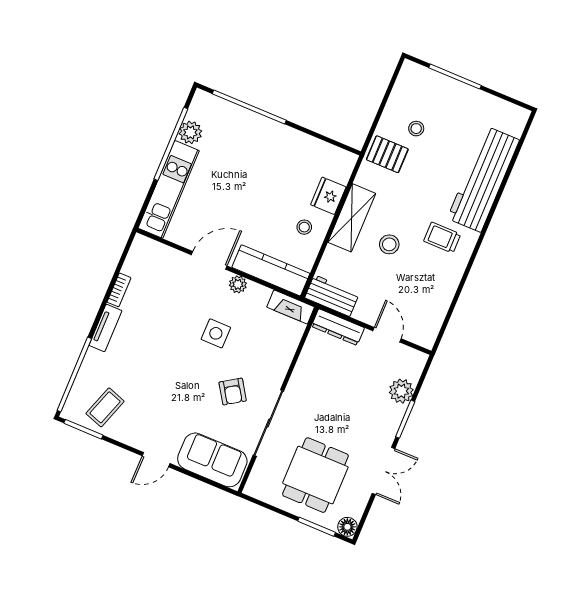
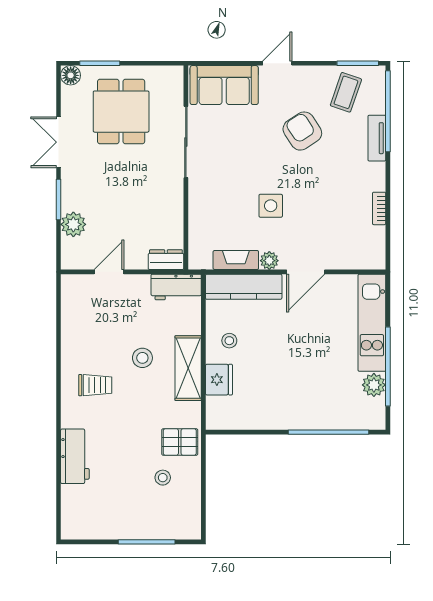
workbench: (483, 179) -> (75, 456), width x0.53, depth x0.76
fireplace: (291, 307) -> (236, 260), moved
dresser: (338, 327) -> (166, 260), width x0.70
tv unit: (105, 328) -> (377, 138), moved
door: (387, 335) -> (109, 272), swing flipped
armchair: (233, 392) -> (302, 131), moved, width x1.38, depth x1.38

